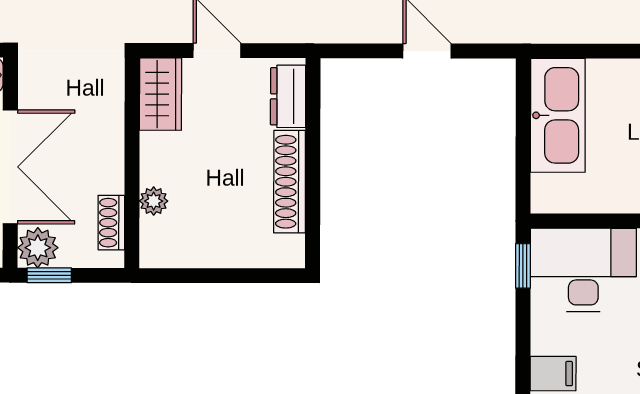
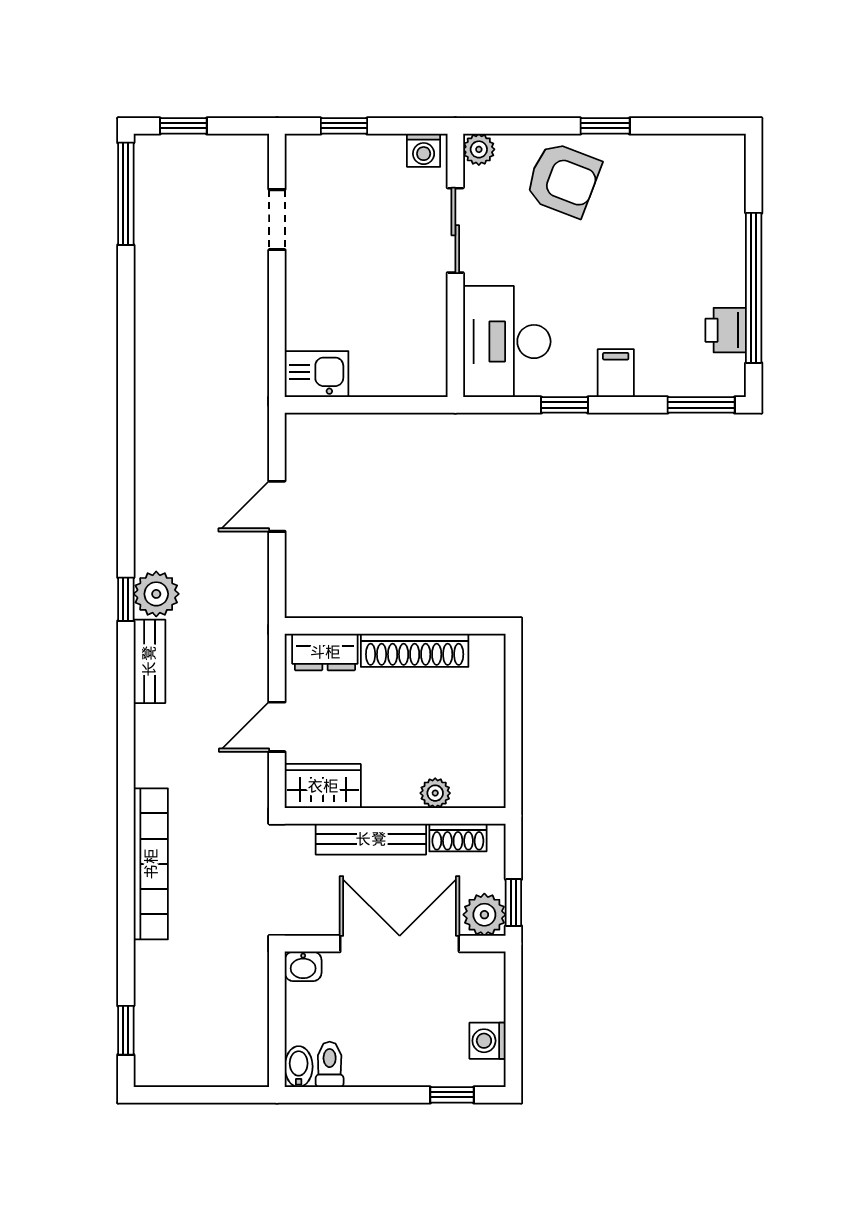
kitchen sink: (558, 115) -> (317, 374), width x0.53, depth x0.81
bench: (110, 140) -> (371, 839), added
window: (523, 266) -> (565, 405), moved

